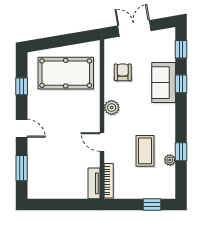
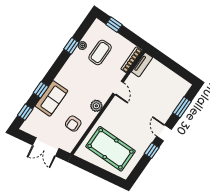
window: (22, 86) -> (152, 151), moved
coffee table: (145, 151) -> (100, 52), moved

